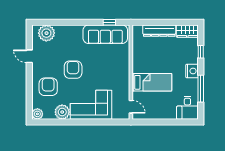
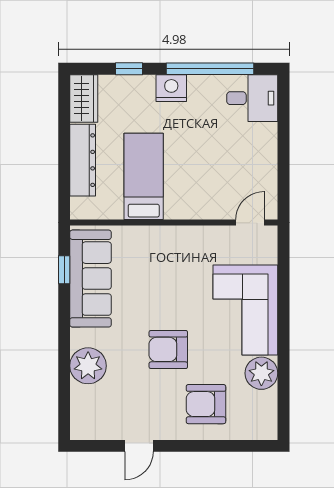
plant: (46, 33) -> (88, 366), moved
bed: (152, 82) -> (144, 176), moved
window: (201, 89) -> (210, 69), width x1.46
plant: (37, 114) -> (266, 428), removed

